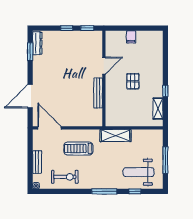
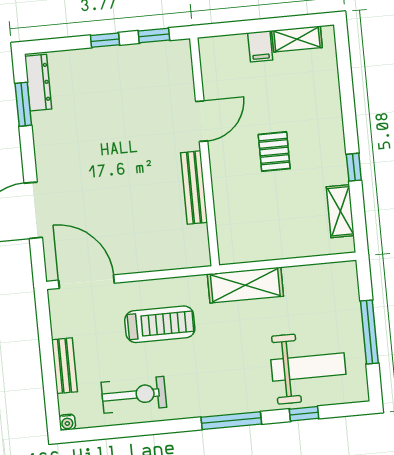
shelving: (147, 35) -> (297, 39), added
treadmill: (78, 149) -> (160, 324), turned 180
weight bench: (139, 172) -> (308, 367), turned 180

